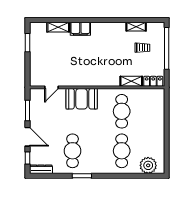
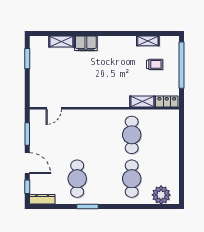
booth: (82, 99) -> (87, 121), removed

